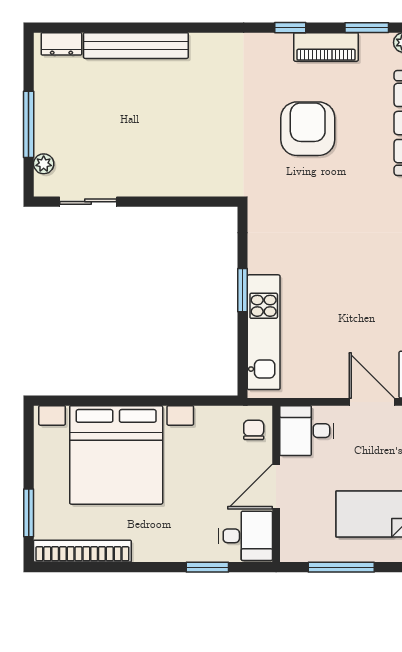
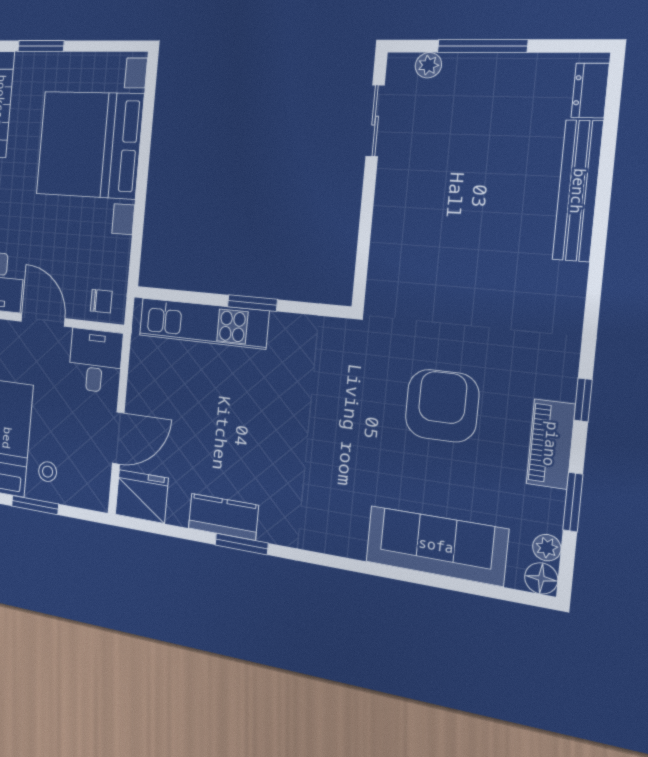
armchair: (308, 129) -> (442, 406), turned -90

